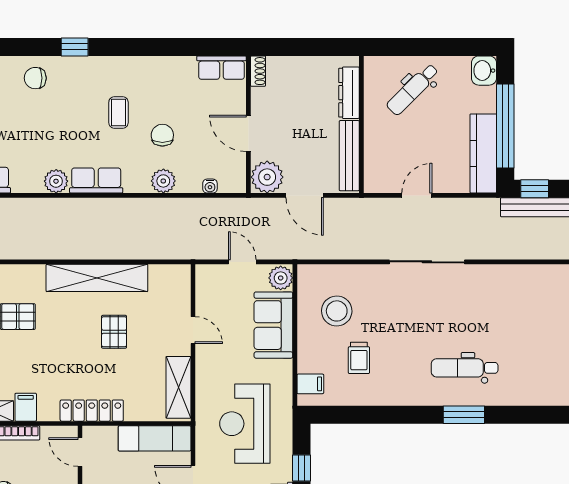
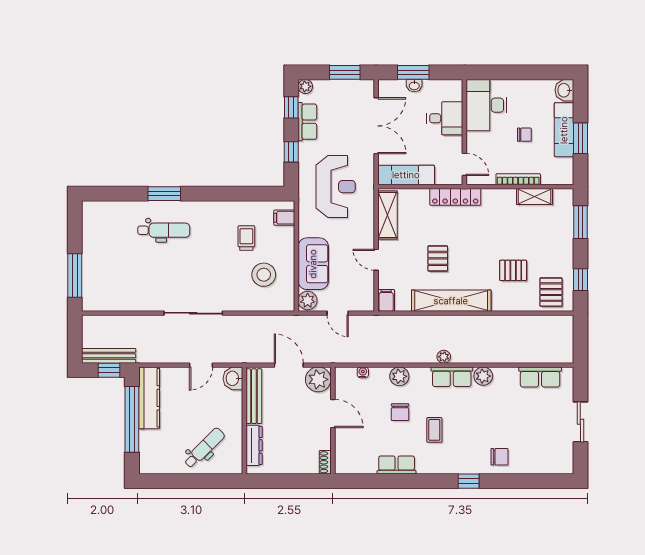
row of seats: (221, 68) -> (397, 465), moved
washbasin: (484, 71) -> (233, 378), moved, turned 180
plant: (106, 206) -> (444, 357), added
filing cabinet: (26, 407) -> (386, 300), moved, turned 180

